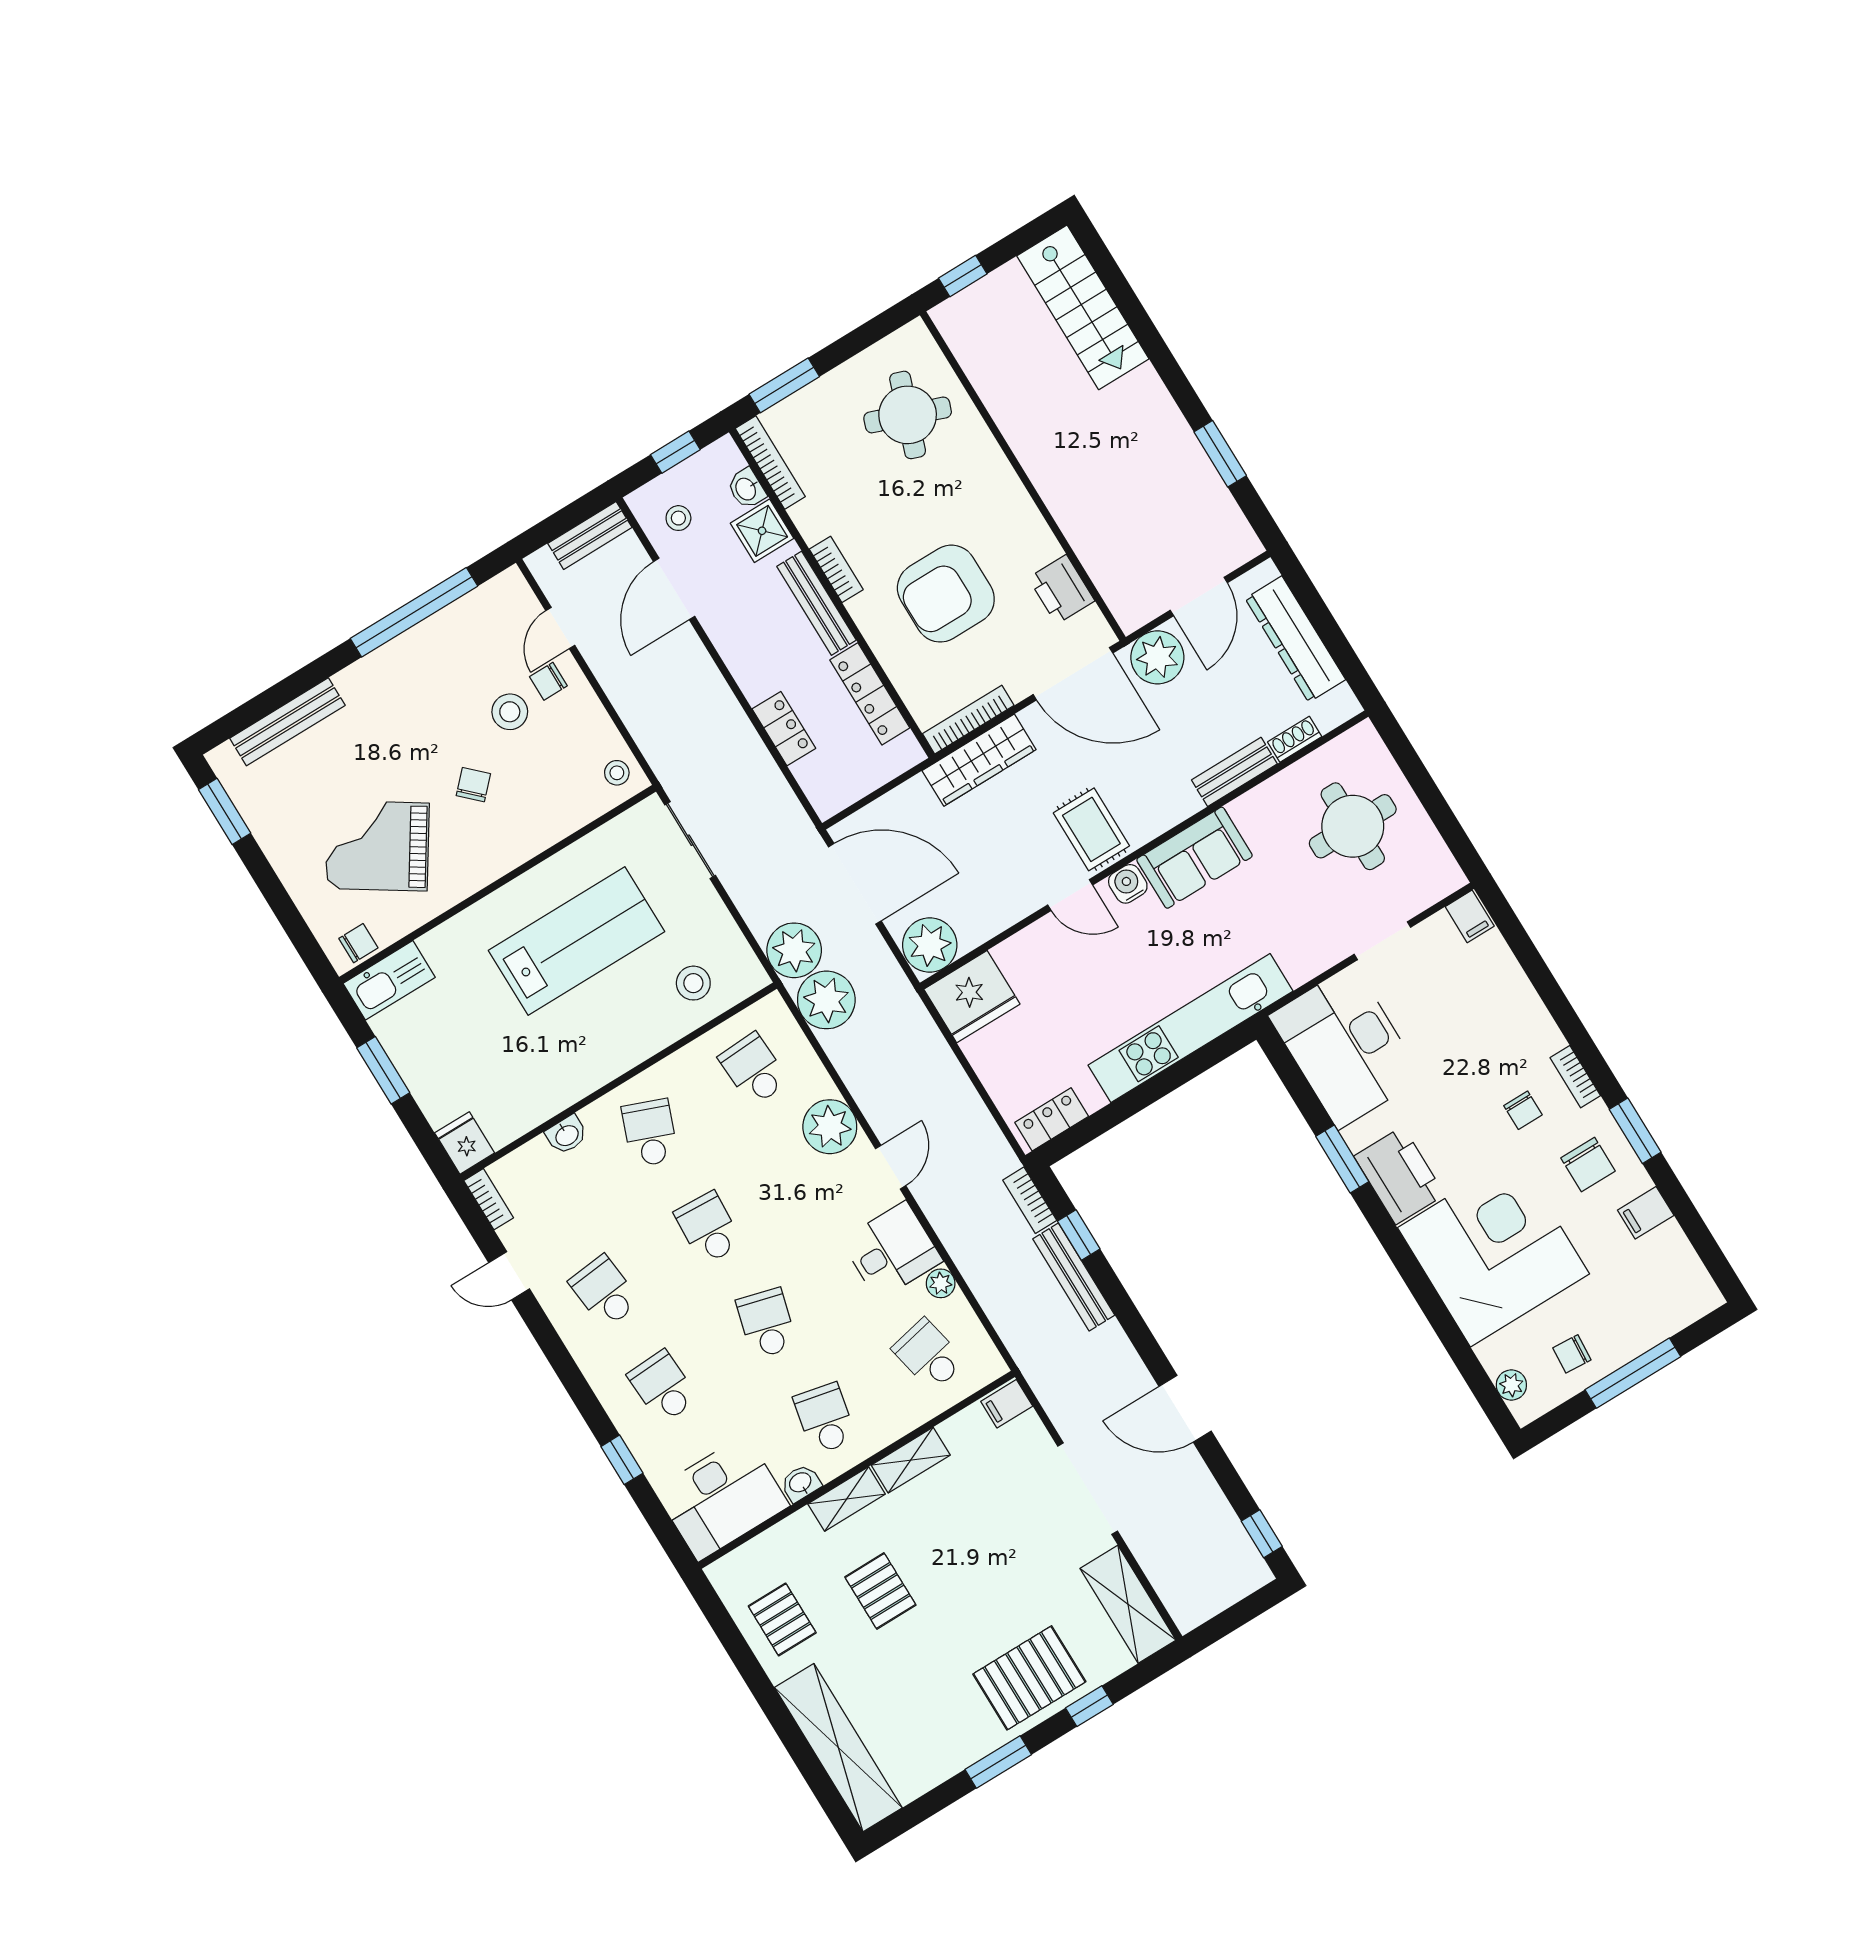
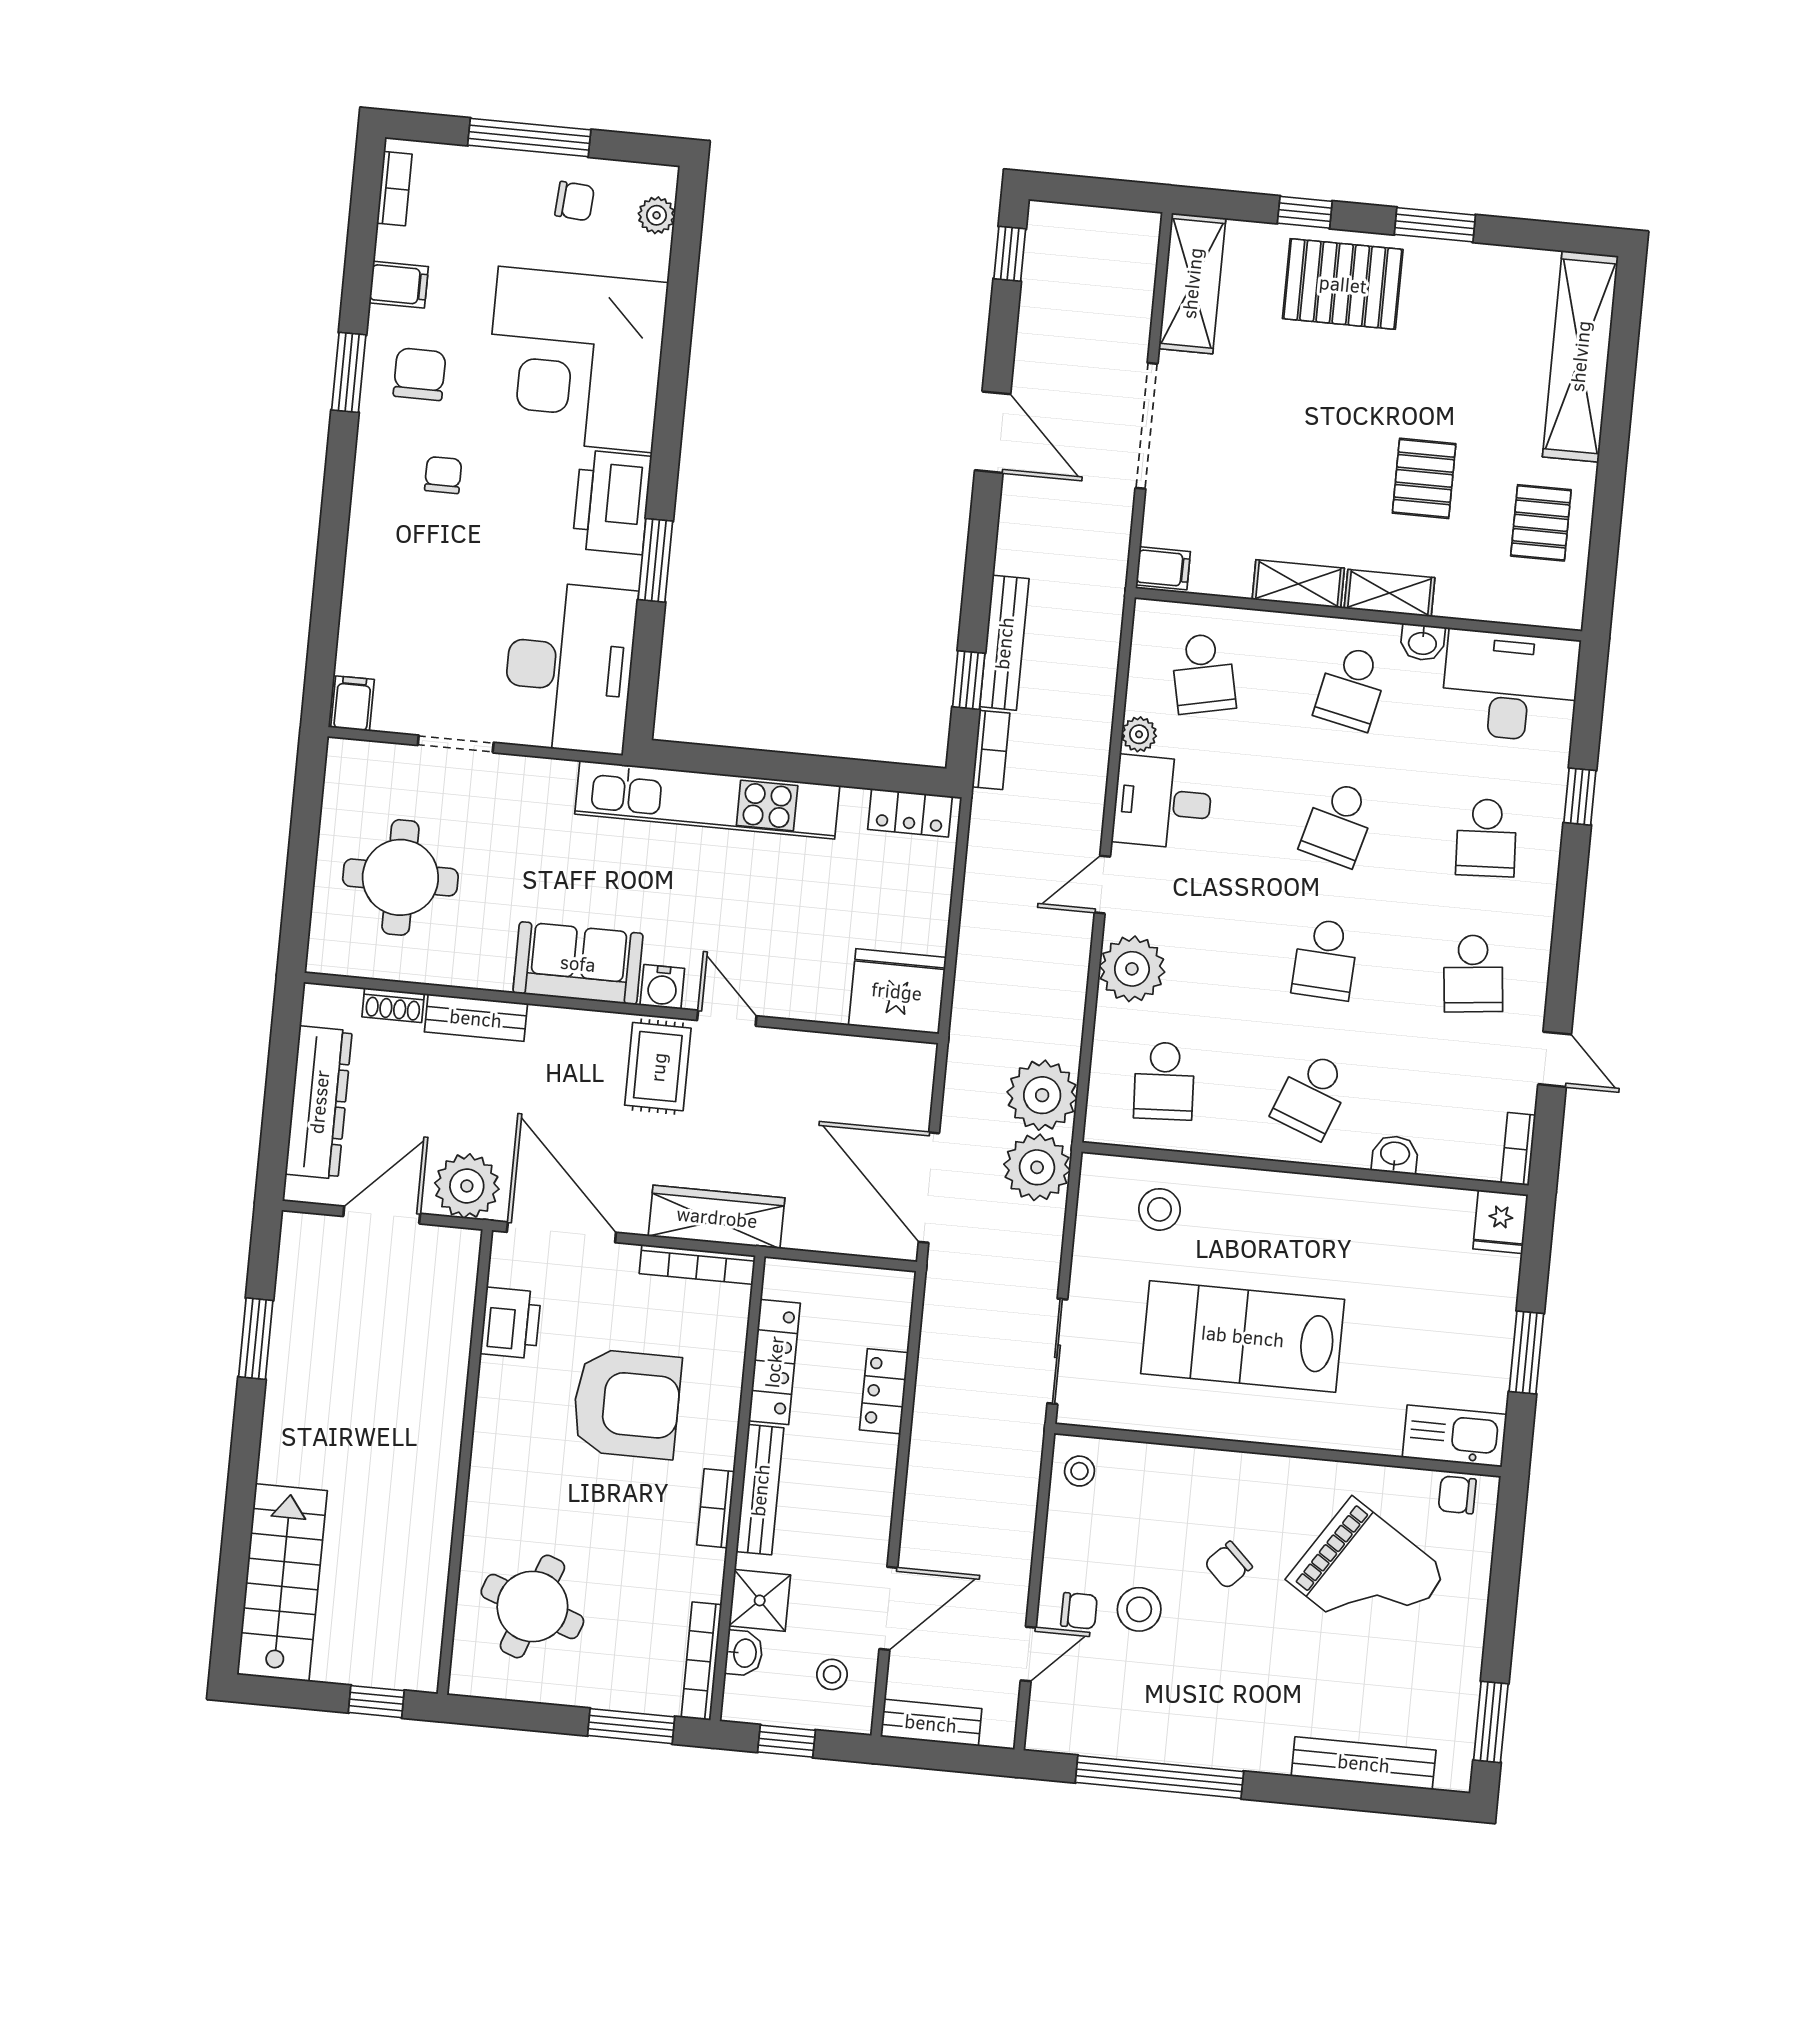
plant: (930, 945) -> (901, 1073), removed
bookcase: (1575, 1077) -> (394, 189), moved

